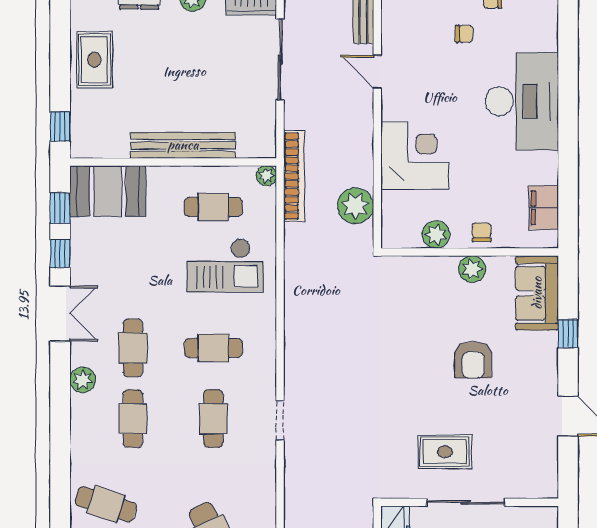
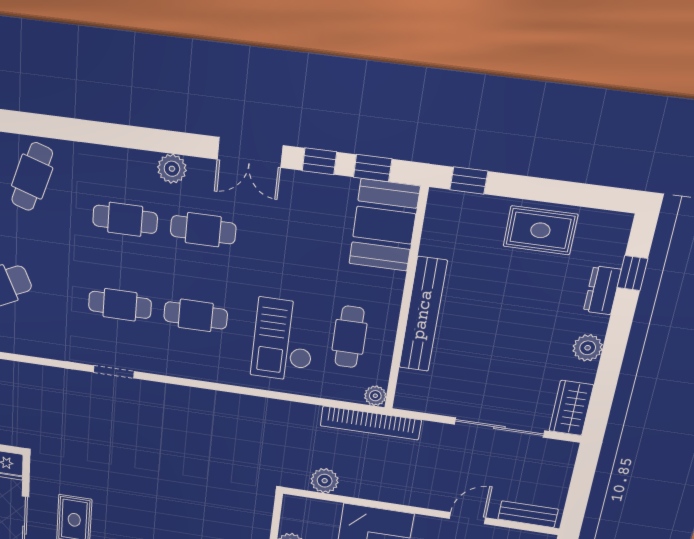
plant: (356, 206) -> (325, 481), width x0.73, depth x0.73
cafe table: (213, 348) -> (196, 315), turned 90

